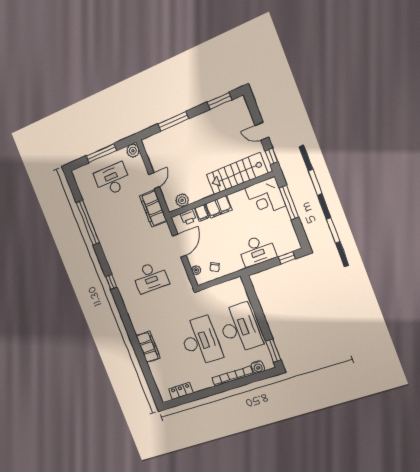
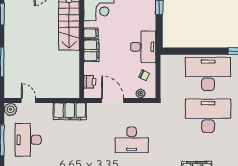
door: (154, 181) -> (28, 100), moved
plant: (182, 200) -> (73, 81), removed
filing cabinet: (202, 213) -> (91, 33), moved
desk: (257, 251) -> (143, 47), moved
desk: (150, 277) -> (132, 140), turned 90

